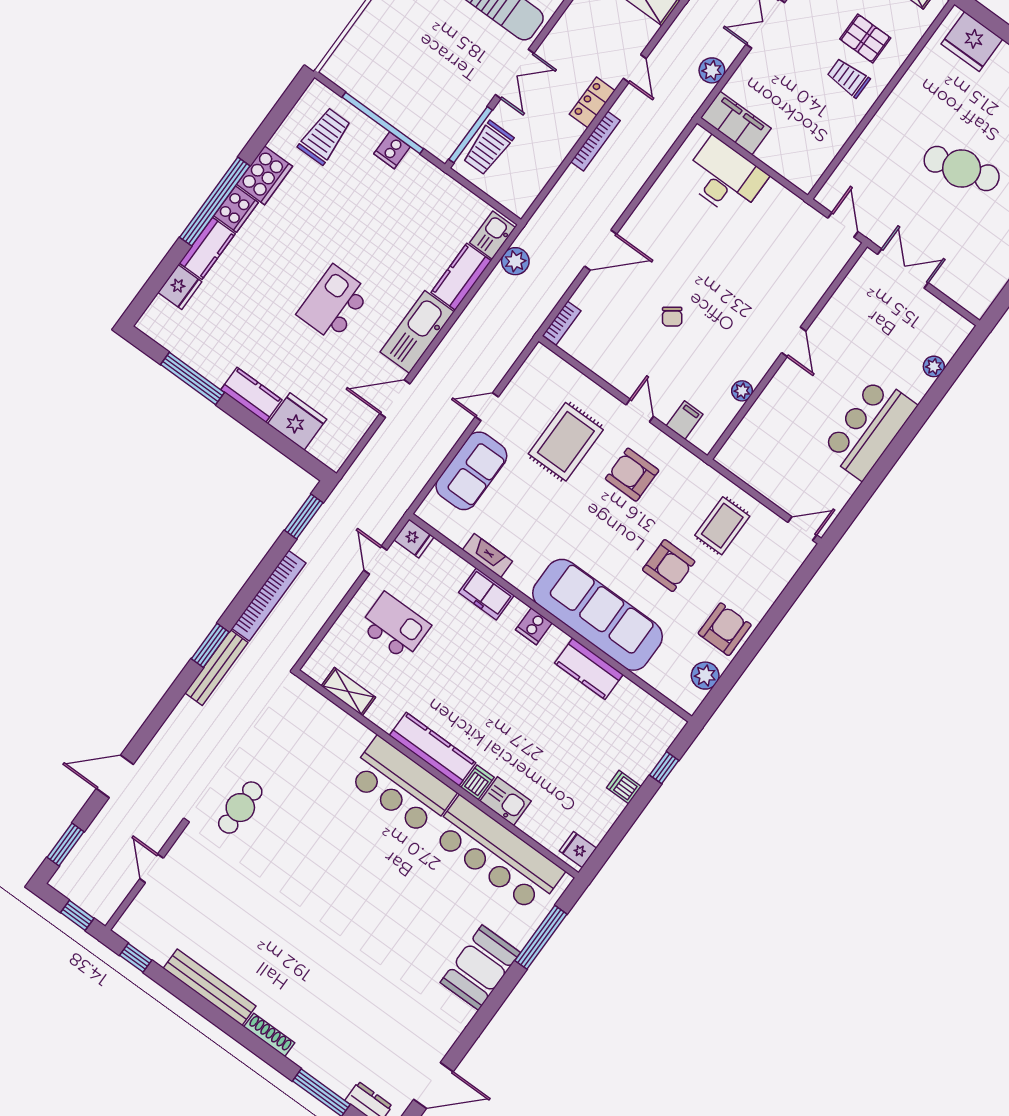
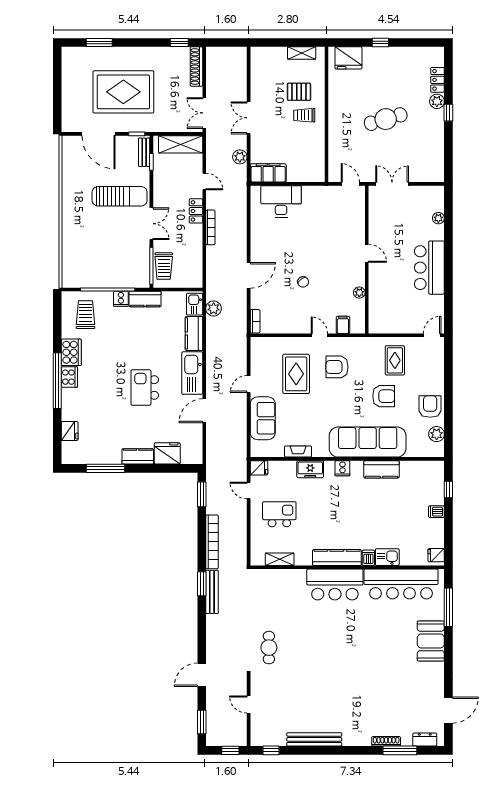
kitchen counter: (207, 248) -> (145, 299), moved, turned 90
shoe rack: (269, 1035) -> (386, 741), moved

